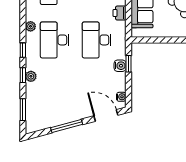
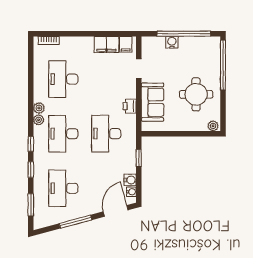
water cooler: (120, 66) -> (130, 180), moved
plant: (31, 76) -> (39, 108), moved
desk: (55, 93) -> (63, 188), added
door: (106, 115) -> (116, 211), hinge flipped

